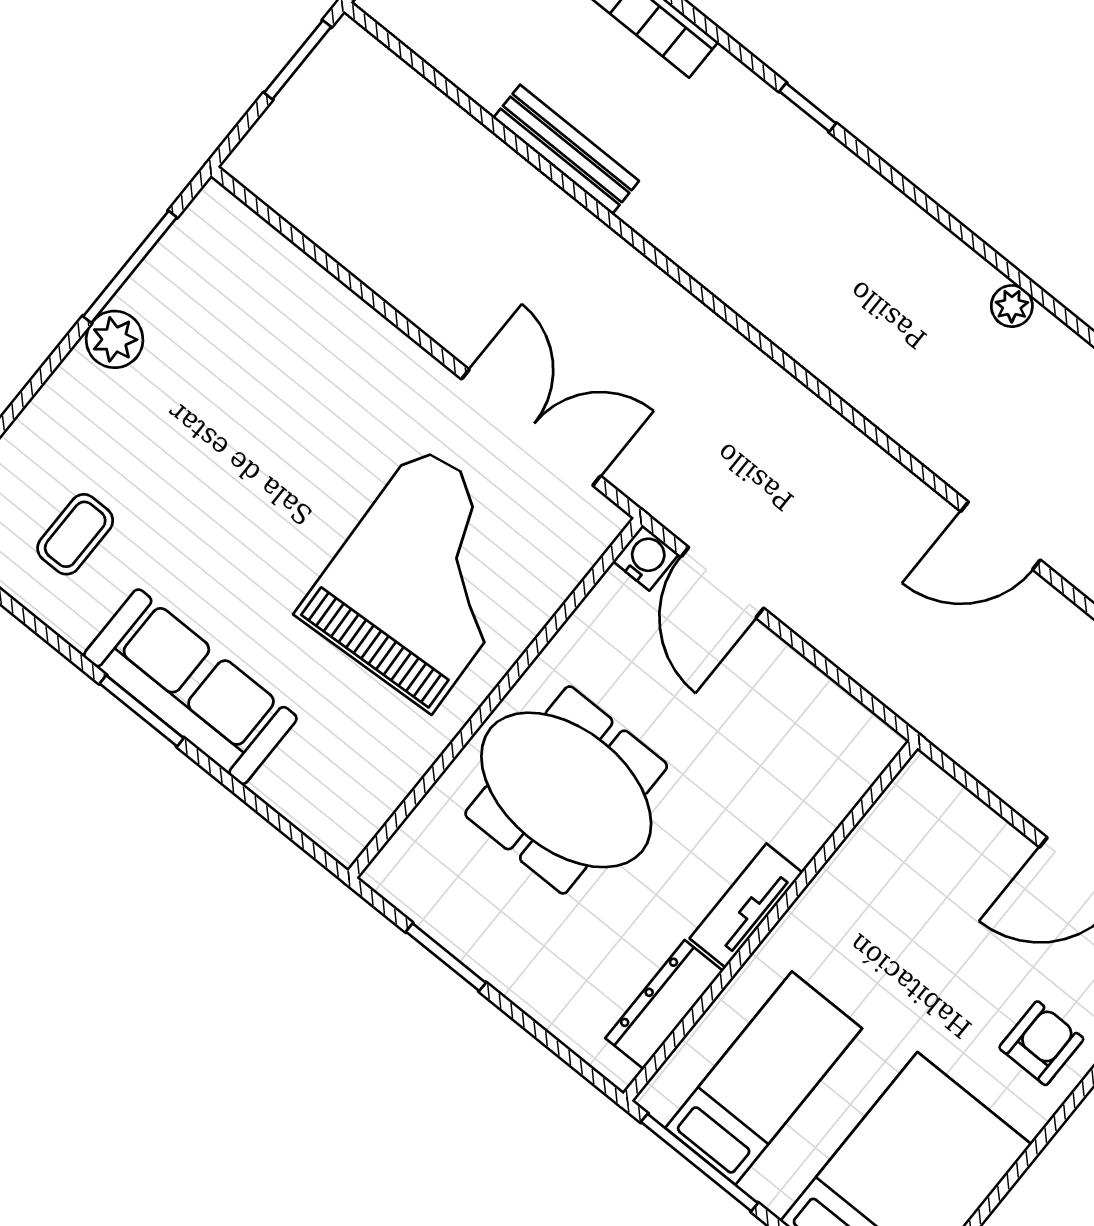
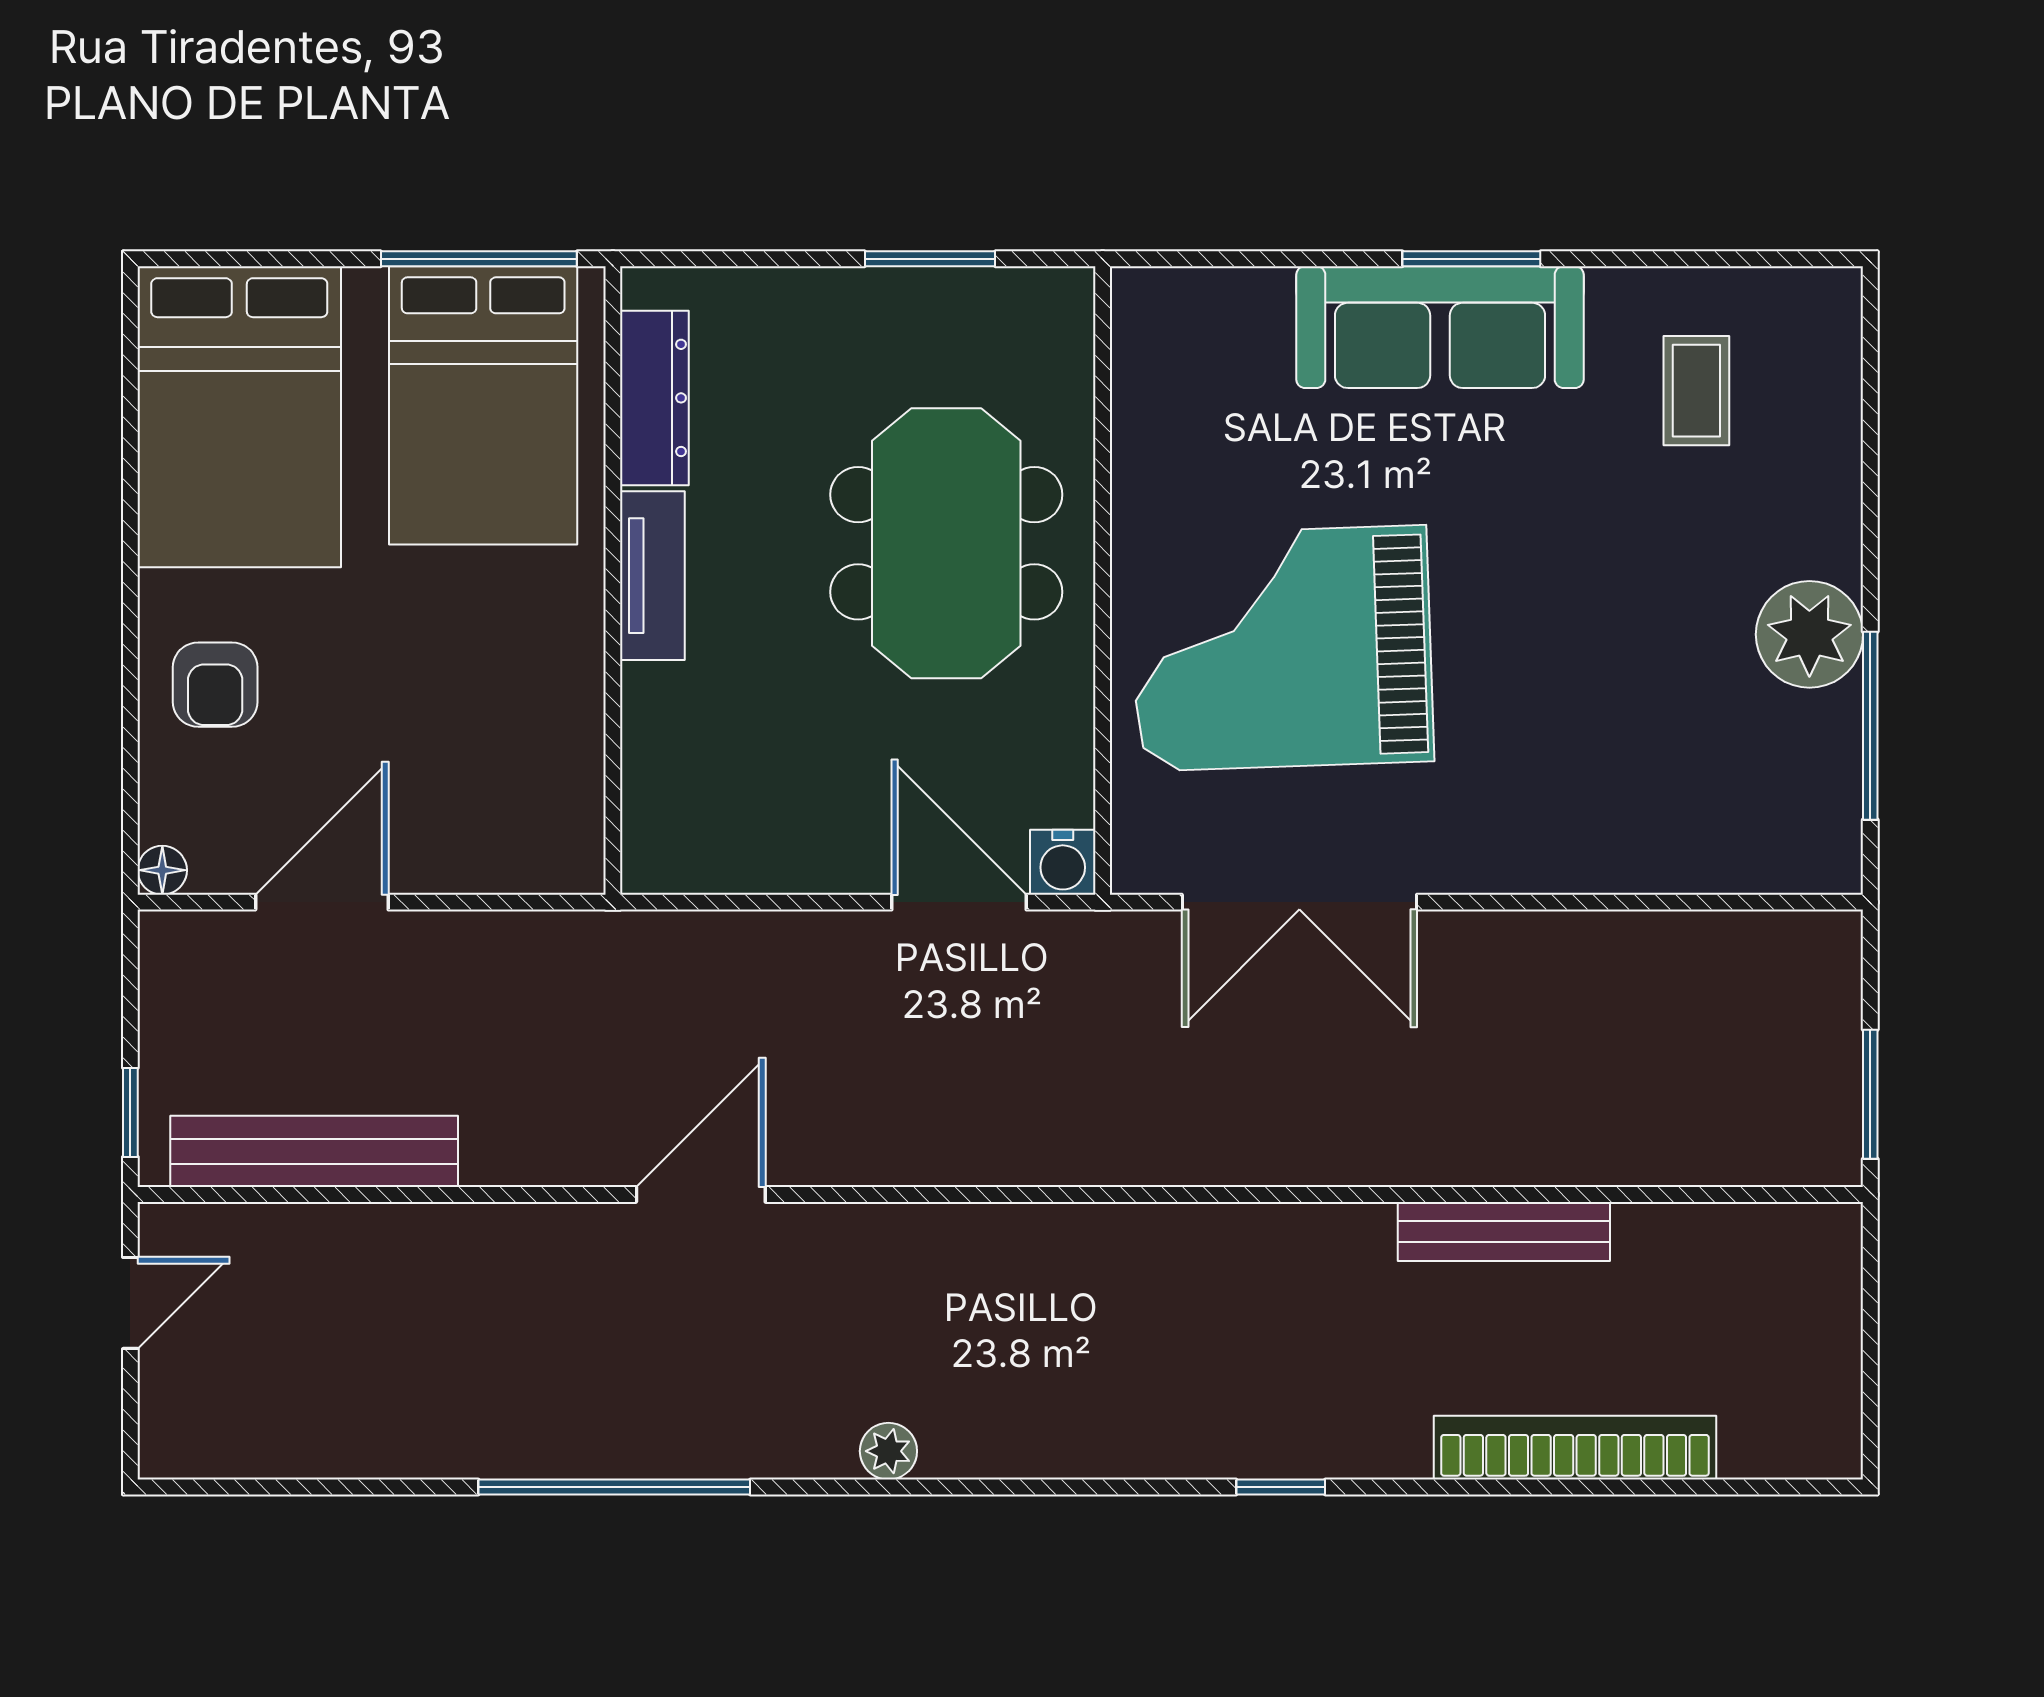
plant: (115, 339) -> (1809, 634), width x1.36, depth x1.36
grand piano: (425, 578) -> (1282, 648), turned 91
meeting table: (566, 790) -> (946, 543), turned 90
bed: (764, 1078) -> (483, 405), width x1.50

